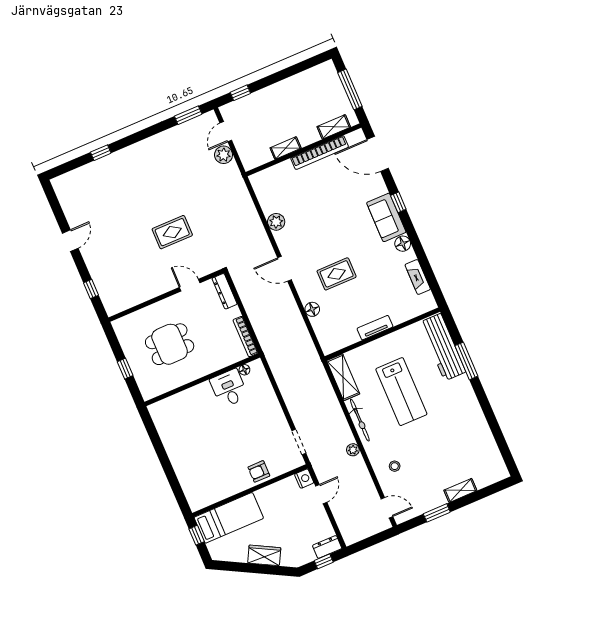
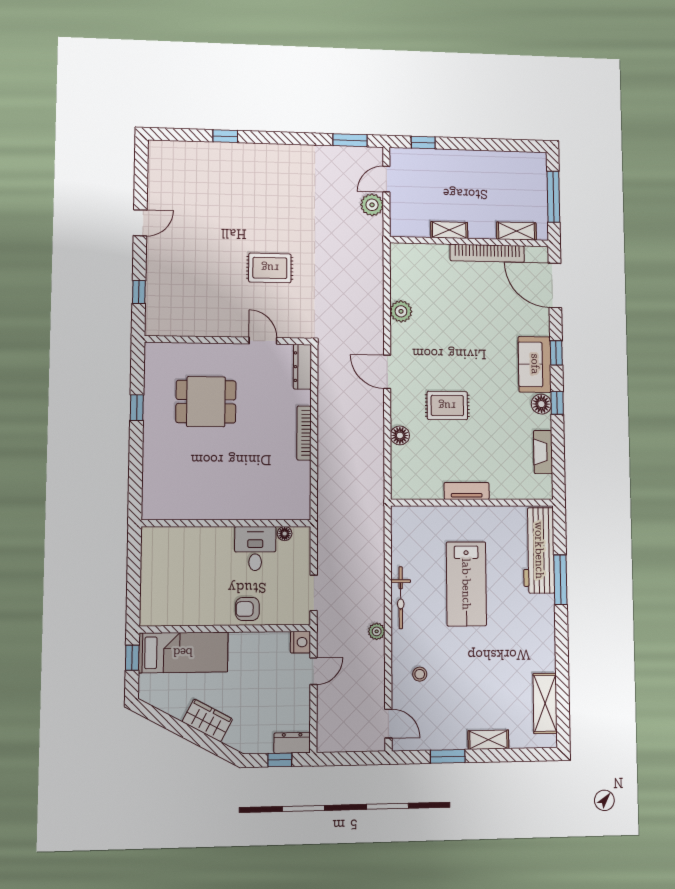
window: (414, 238) -> (557, 403), added
floor lamp: (244, 370) -> (285, 534), moved
shelving: (343, 377) -> (545, 703), moved
wall: (202, 380) -> (226, 523), moved
desk: (229, 388) -> (255, 548), moved

